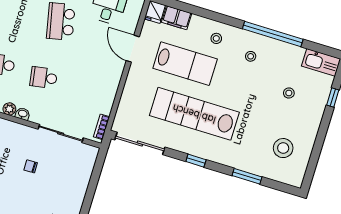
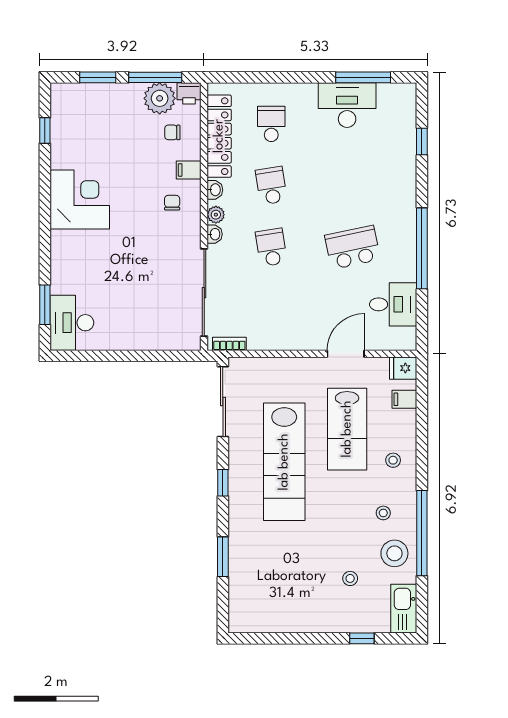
filing cabinet: (177, 18) -> (404, 399), width x0.50
lab bench: (194, 114) -> (284, 462), turned 180
sliding door: (61, 133) -> (204, 293), width x1.36
stool: (283, 148) -> (394, 553), moved
chair: (31, 166) -> (148, 266), removed

